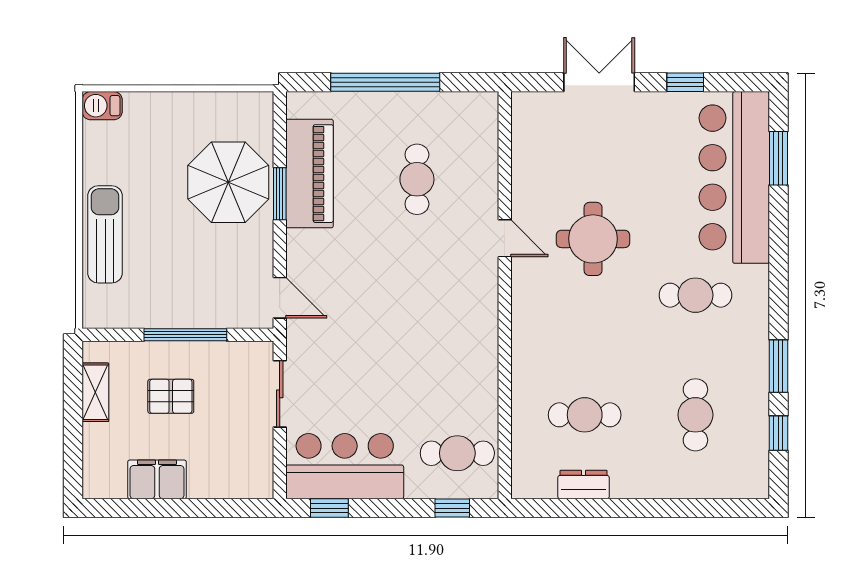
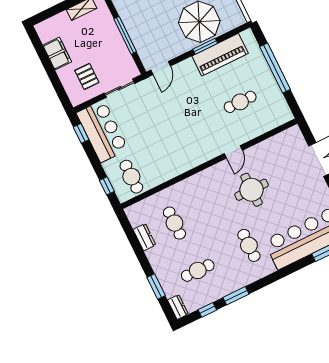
pallet: (171, 396) -> (87, 76), moved
dresser: (746, 486) -> (178, 307), added
window: (687, 508) -> (156, 286), added

